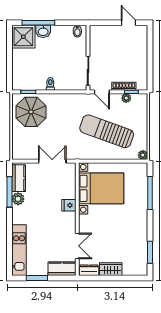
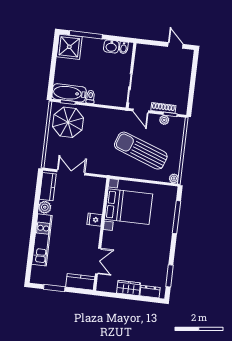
washbasin: (43, 31) -> (111, 46), moved
bathtub: (29, 83) -> (69, 93), added
double door: (52, 161) -> (71, 172), moved
window: (9, 192) -> (37, 199), removed
kitchen unit: (19, 250) -> (42, 240), moved
dresser: (89, 270) -> (150, 292), moved

